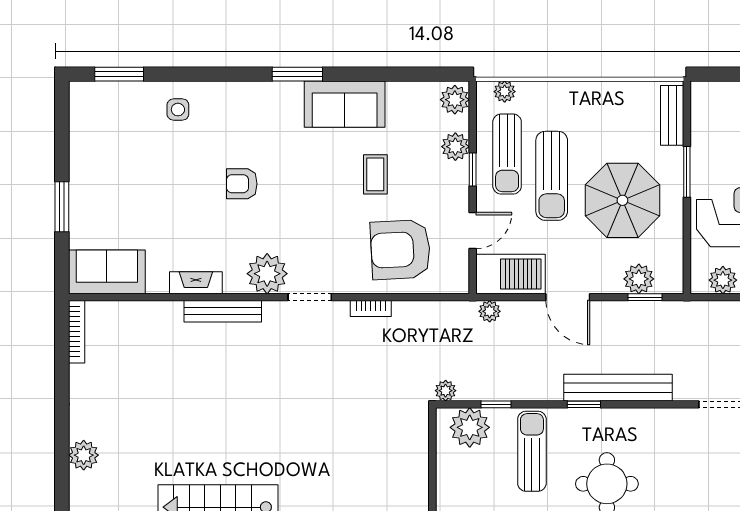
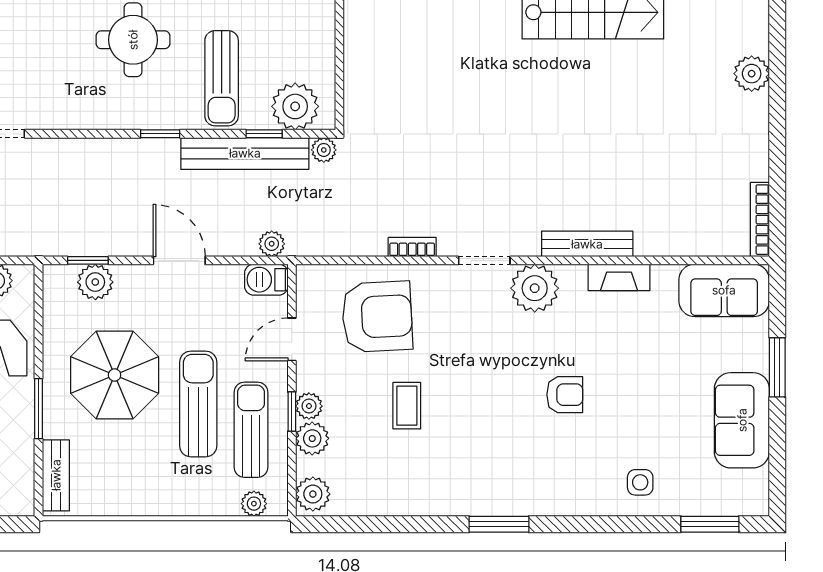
sofa: (345, 104) -> (742, 420), moved, turned -90
plant: (458, 174) -> (309, 406), added
barbecue: (510, 274) -> (266, 280), width x0.53, depth x0.65
bench: (618, 388) -> (245, 153), moved

